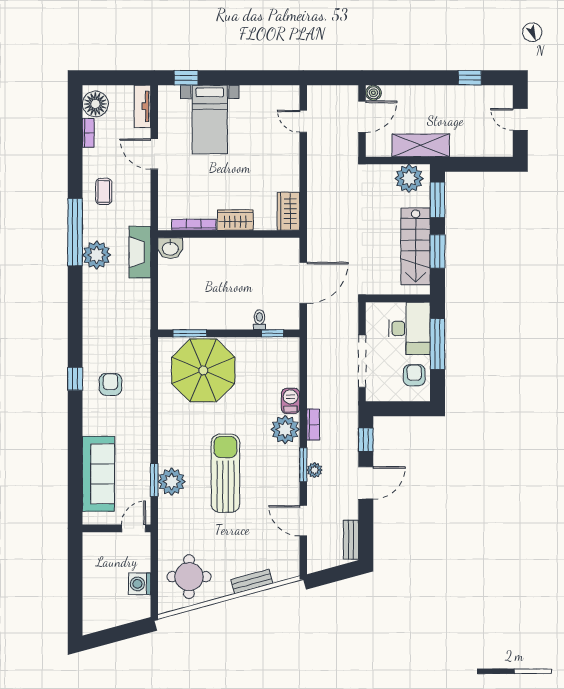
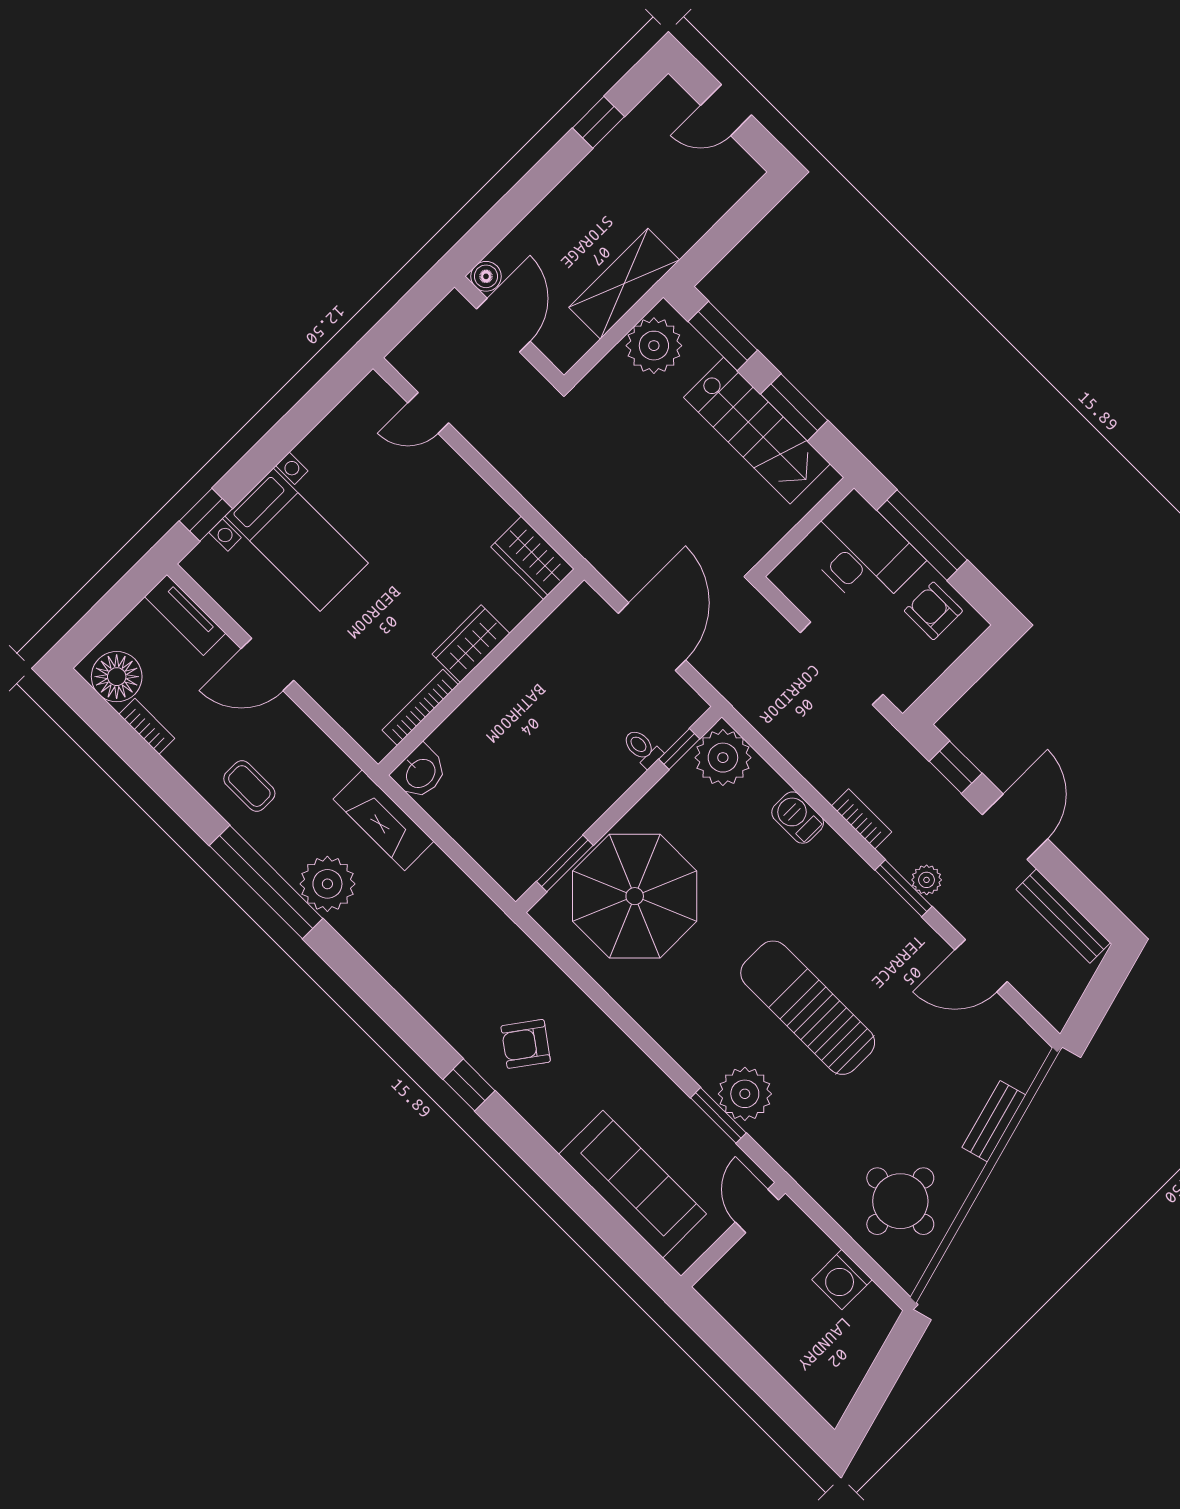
armchair: (110, 384) -> (526, 1044), turned -54
plant: (285, 429) -> (723, 758), moved
bench: (351, 540) -> (1063, 916), width x1.36

